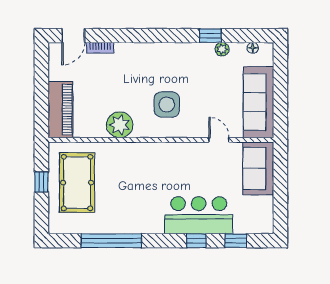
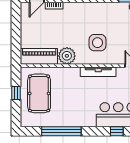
piano: (61, 110) -> (39, 56), moved, turned -90
tv unit: (168, 149) -> (98, 72), added

